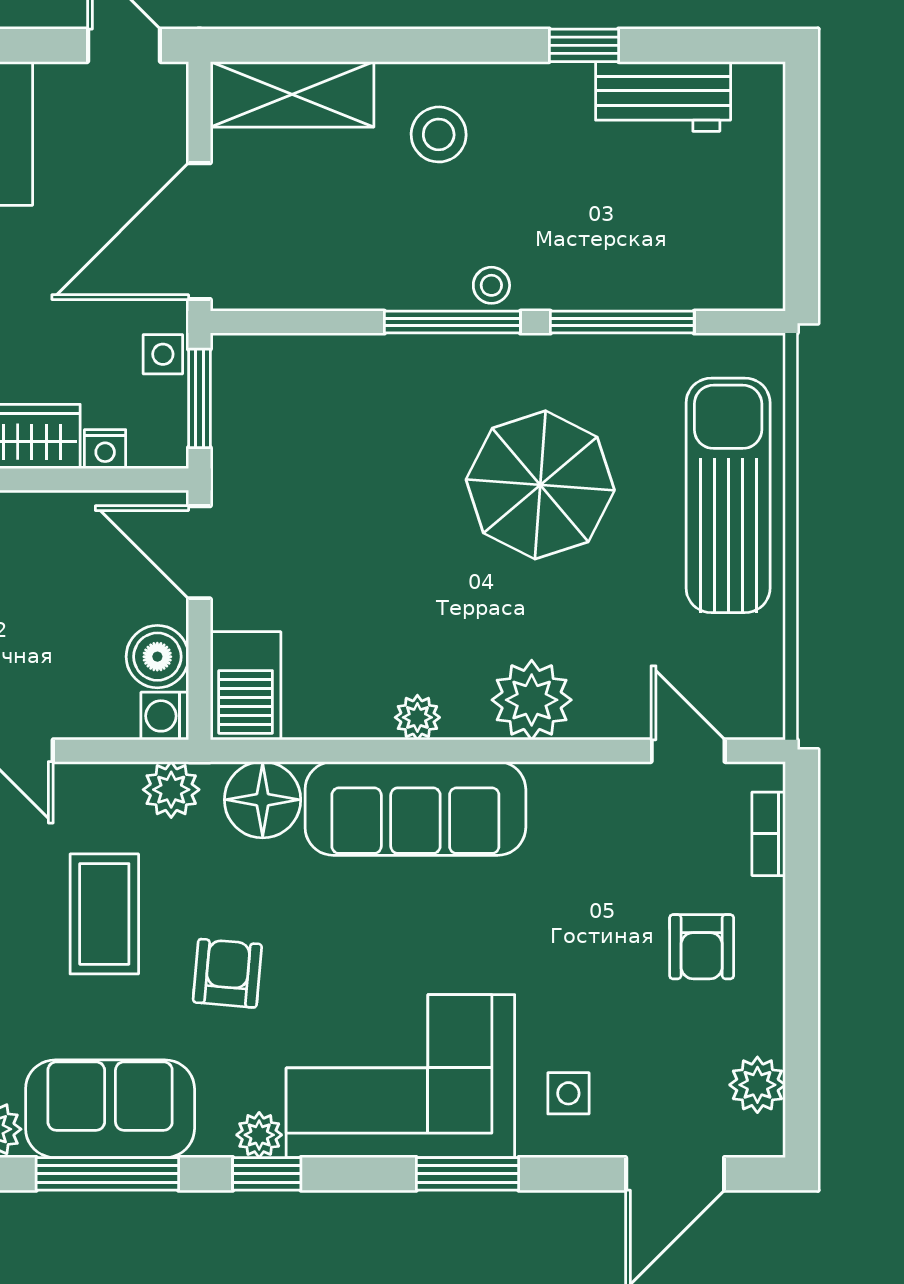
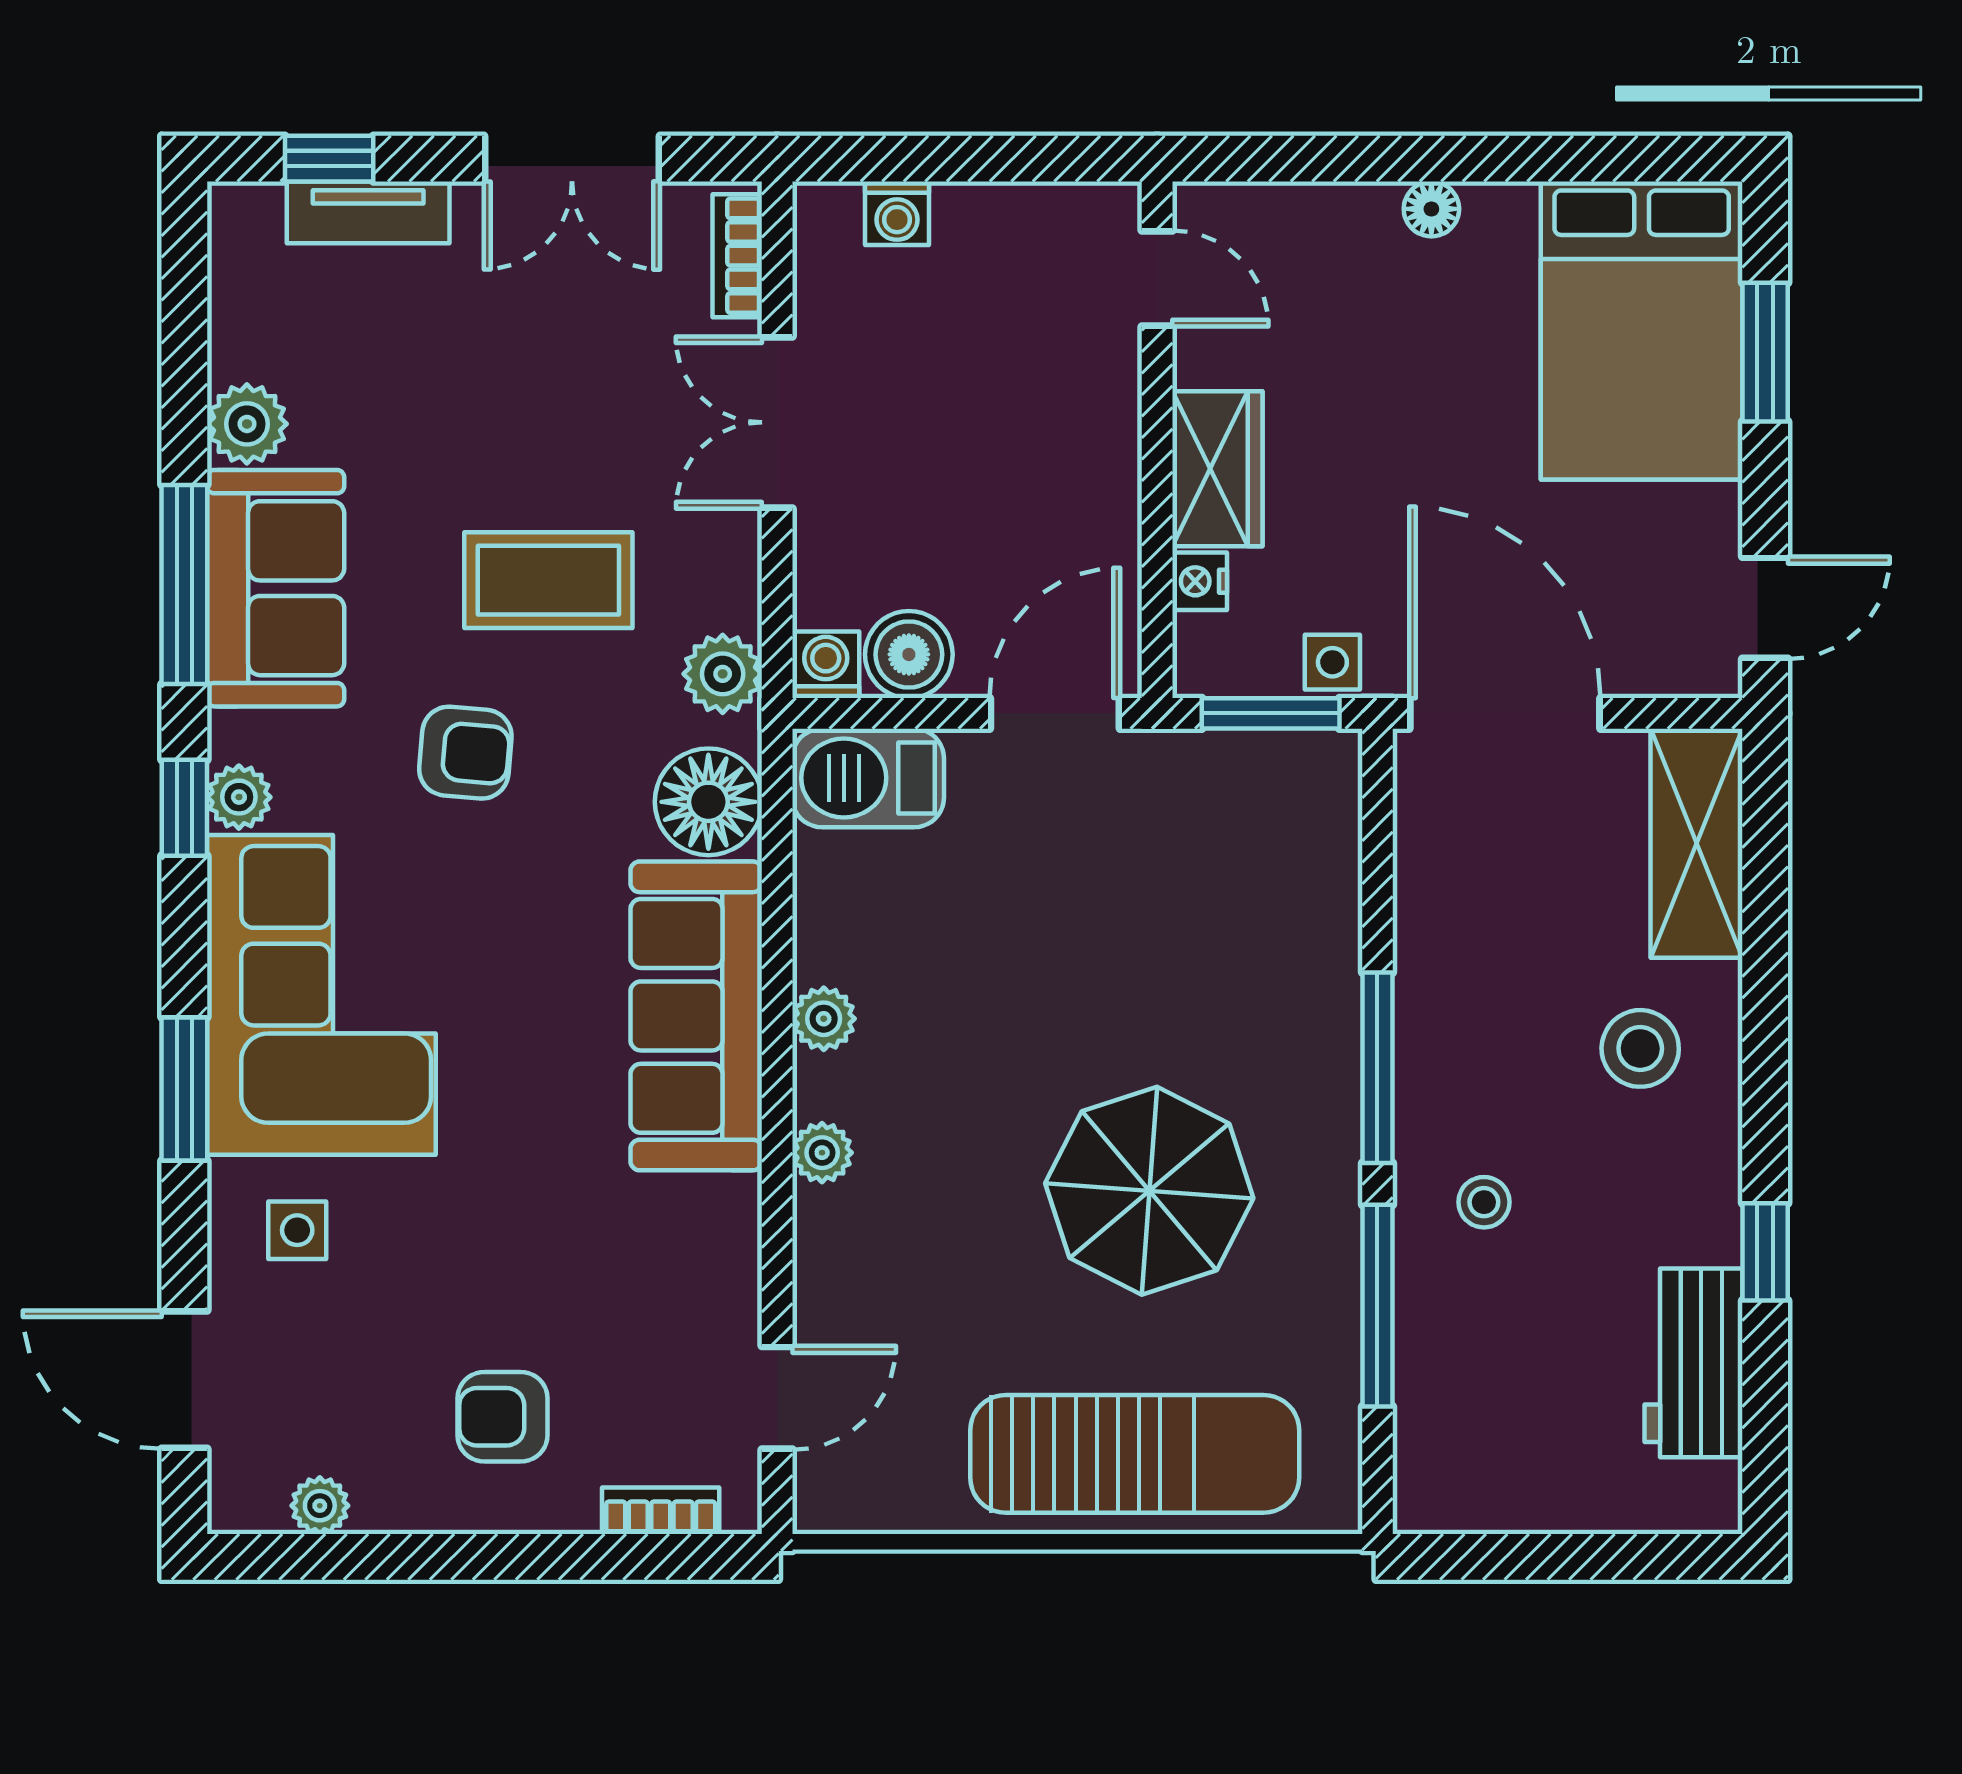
stool: (491, 285) -> (1484, 1202), moved
plant: (532, 700) -> (822, 1153), width x0.53, depth x0.53
plant: (757, 1085) -> (320, 1506), width x0.73, depth x0.73

